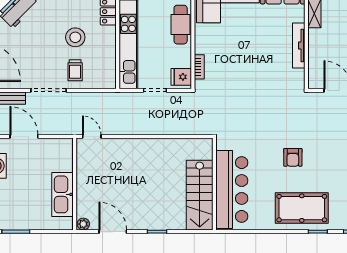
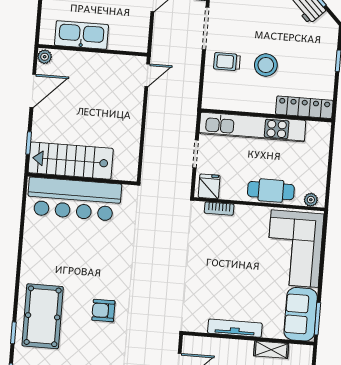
wall: (214, 184) -> (82, 179), moved
bar counter: (232, 189) -> (74, 199), moved
stairs: (200, 195) -> (71, 161), moved

